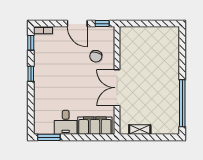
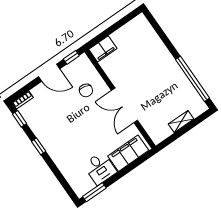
filing cabinet: (130, 34) -> (103, 49), added
shelving: (140, 130) -> (181, 122), moved

